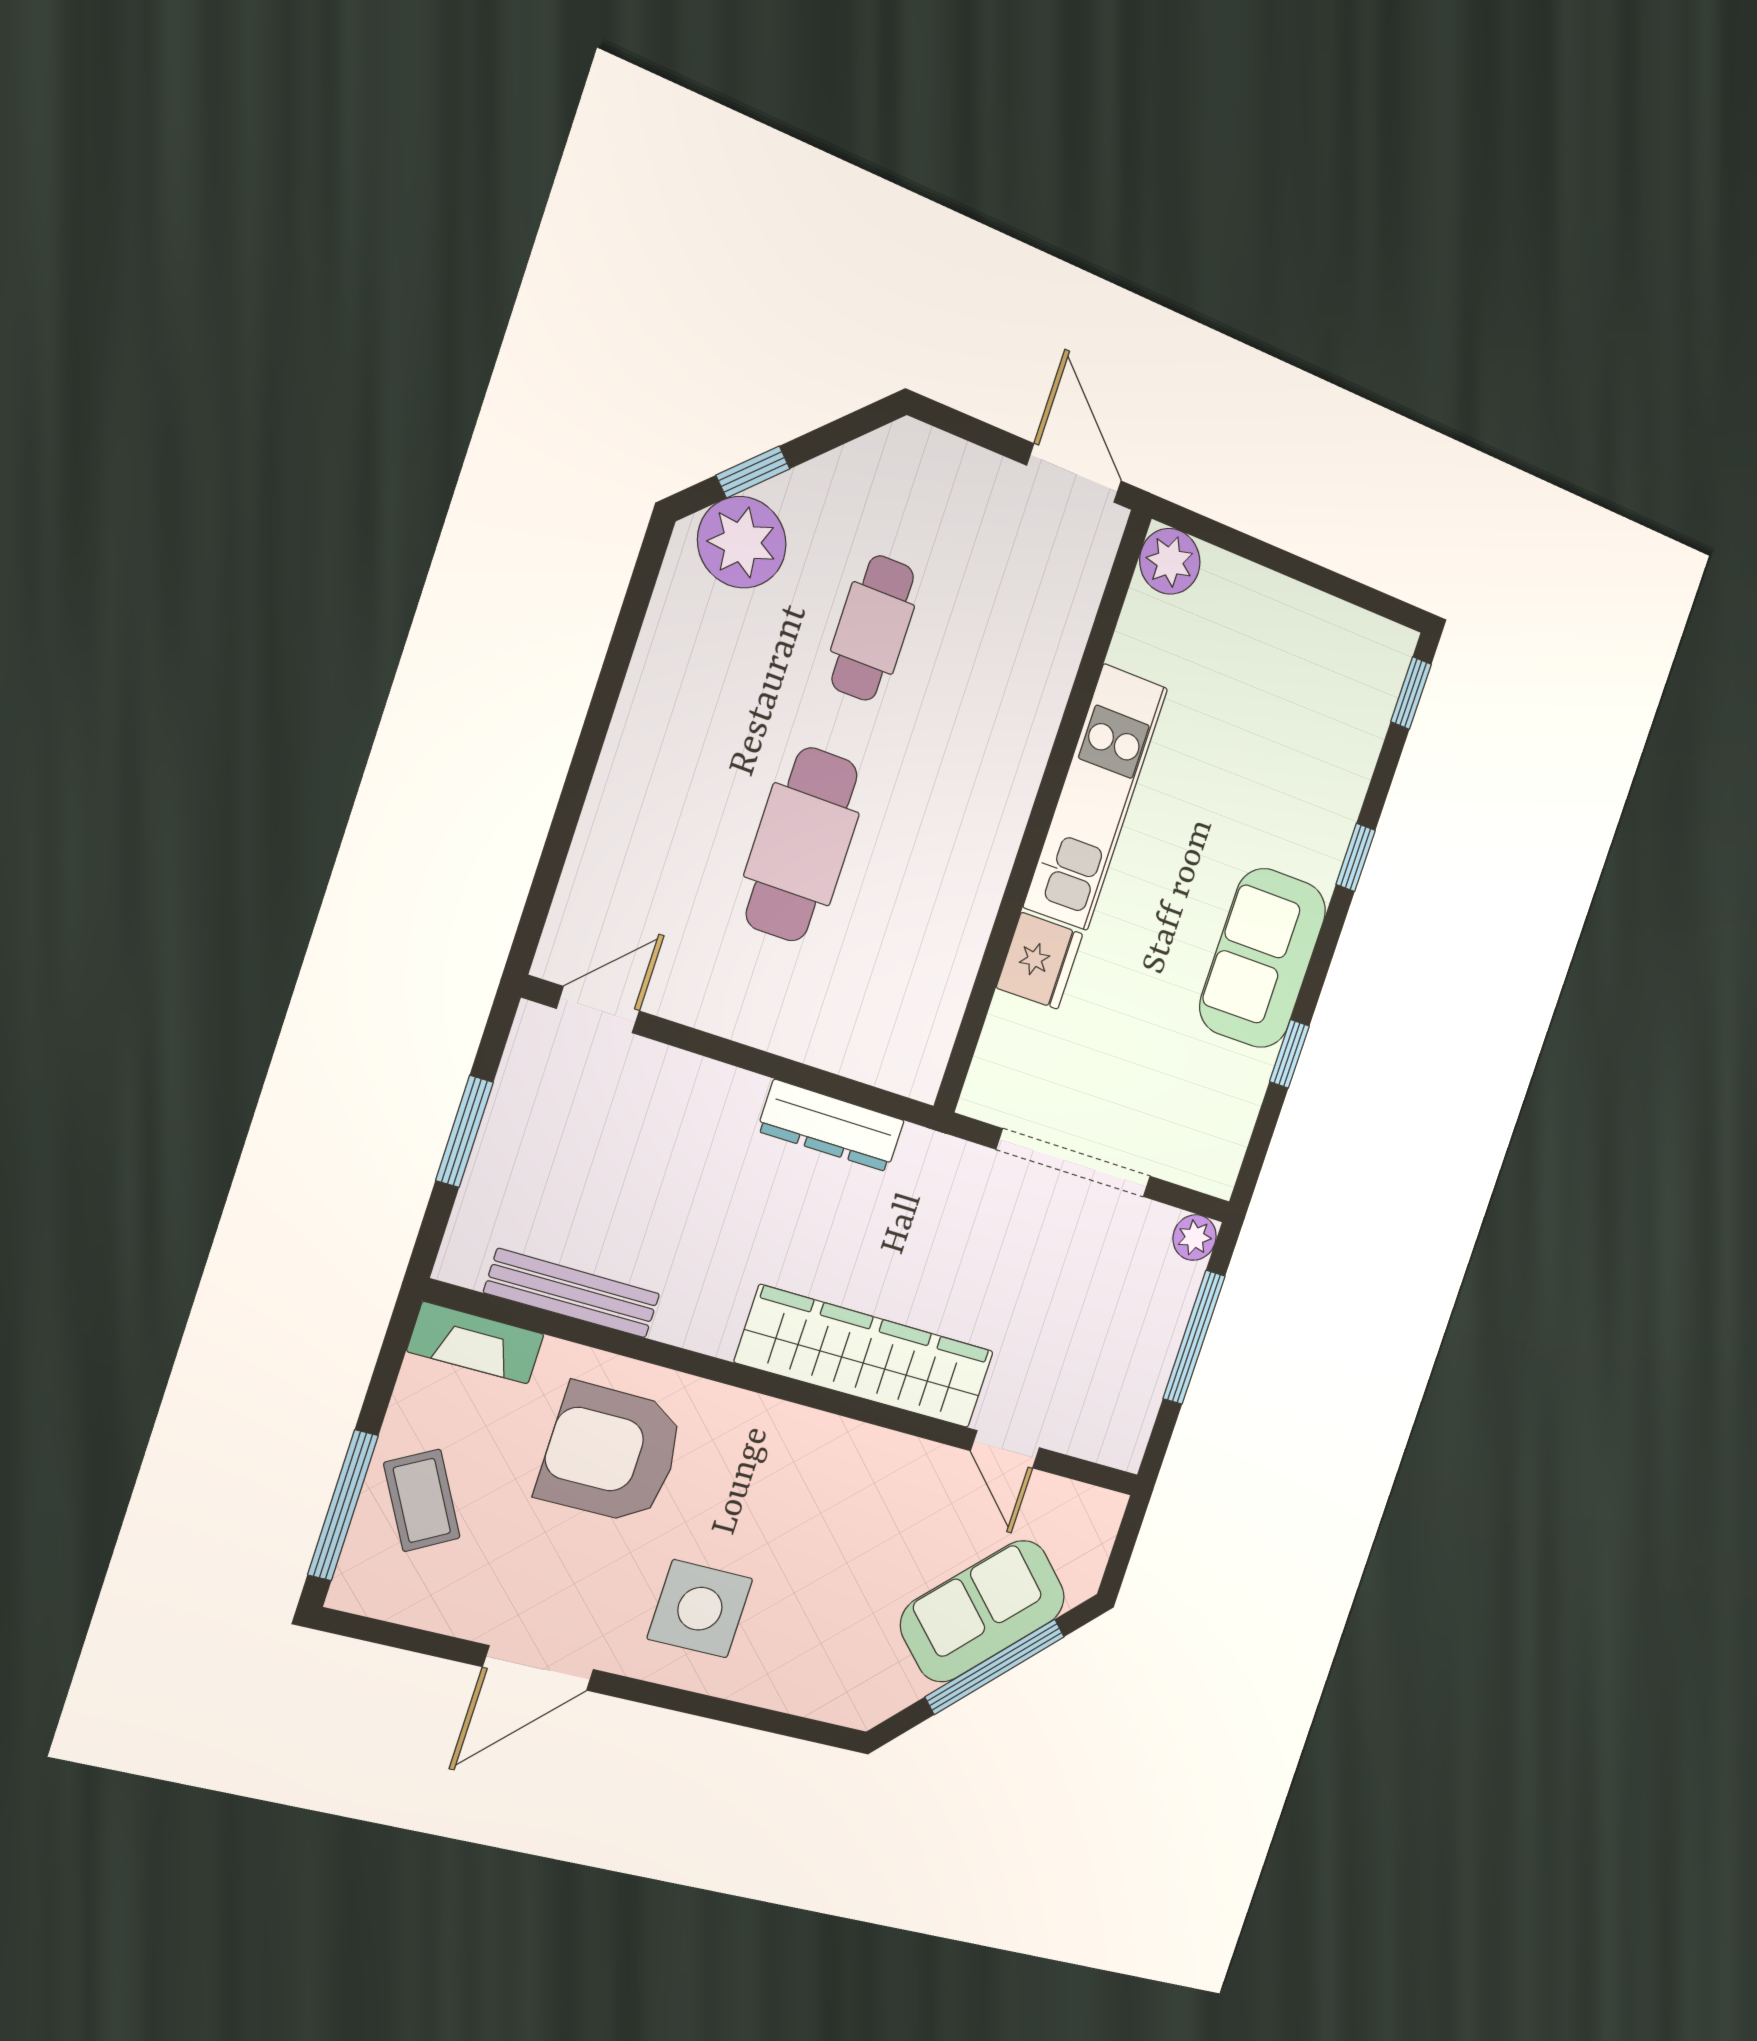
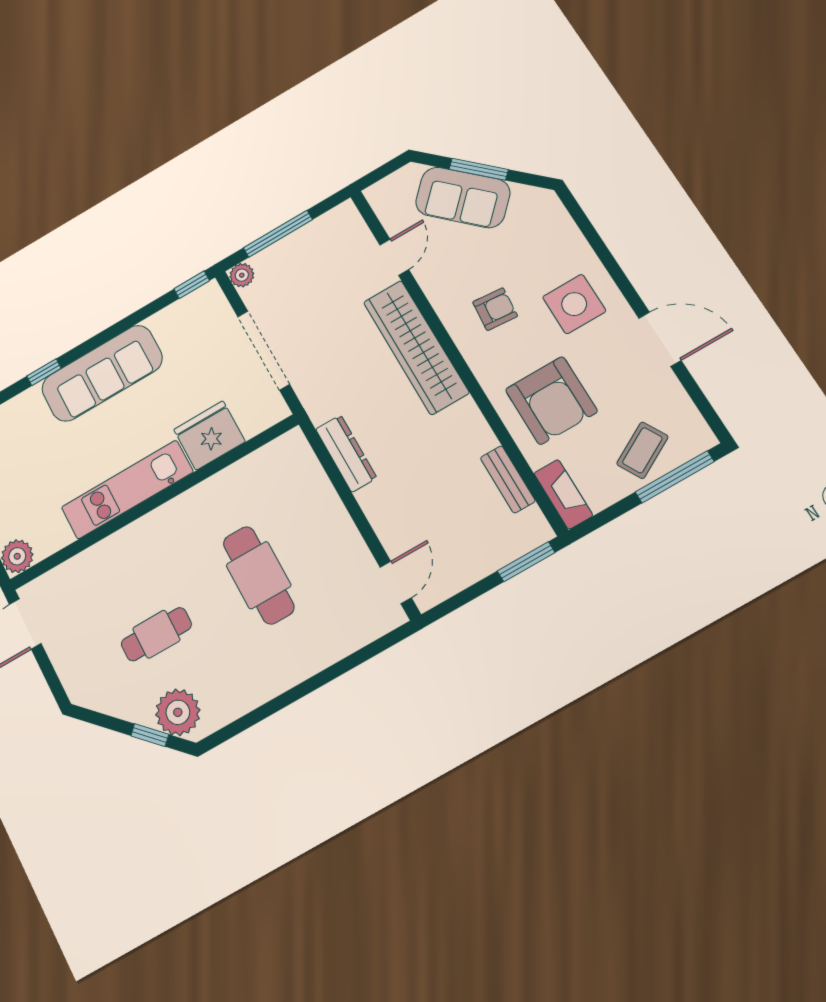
cafe table: (802, 845) -> (259, 575), turned 90
sofa: (1263, 958) -> (102, 373), width x1.36
fridge: (1040, 961) -> (209, 435), width x1.36, depth x1.34
door: (598, 1010) -> (396, 582), swing flipped
window: (1289, 1054) -> (192, 285), moved
window: (464, 1131) -> (526, 562), moved
bench: (572, 1293) -> (508, 479), width x0.73
armchair: (803, 1505) -> (495, 309), added
window: (995, 1667) -> (479, 169), width x0.69

